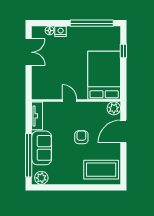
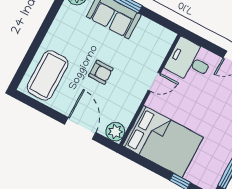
desk: (45, 85) -> (189, 61), added
tv unit: (37, 116) -> (157, 31), removed

